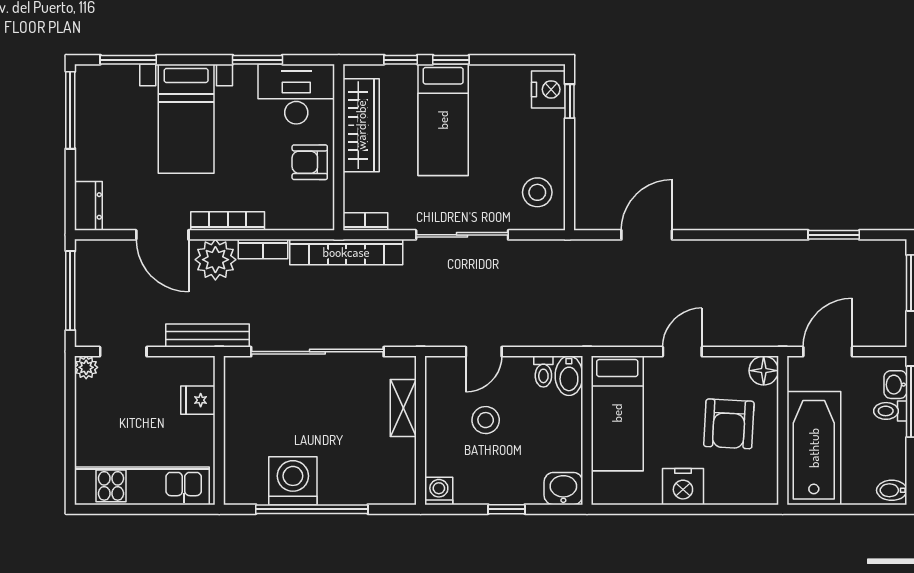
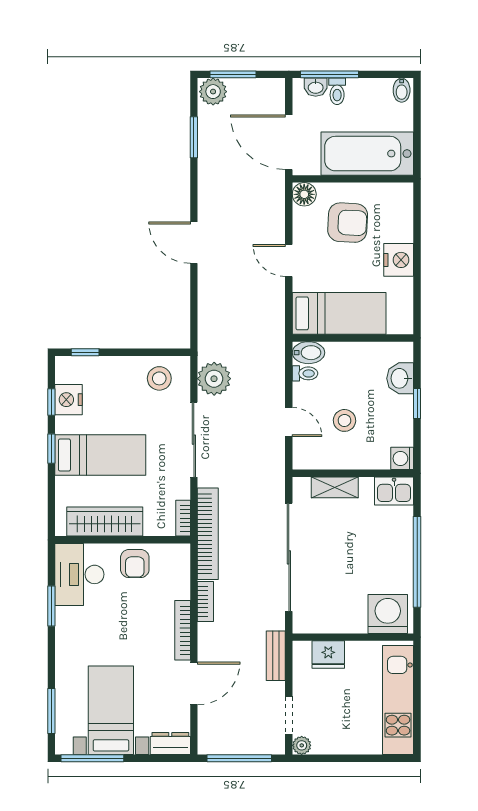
window: (401, 60) -> (51, 402), moved
nightstand: (548, 89) -> (69, 400), moved, turned -90
bed with nightstands: (186, 119) -> (111, 710), moved, turned -90
door: (647, 235) -> (194, 243), moved
plant: (890, 258) -> (213, 92), added
plant: (215, 260) -> (214, 379), moved
bench: (208, 336) -> (276, 656), width x0.73
door: (828, 352) -> (289, 142), width x1.36
fridge: (198, 400) -> (328, 654), width x1.38
washing machine: (293, 481) -> (388, 614), moved, turned 90
kitchen sink: (399, 481) -> (394, 491), added
washbasin: (563, 489) -> (400, 378), moved

